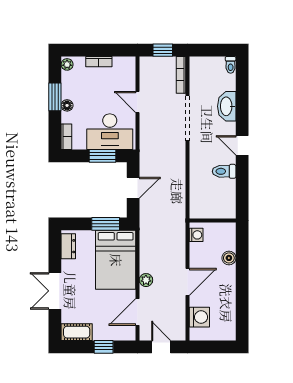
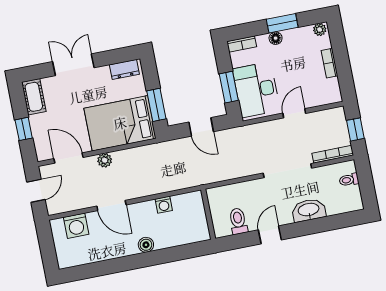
toilet: (231, 65) -> (349, 180), moved
wall: (213, 220) -> (208, 214), moved

